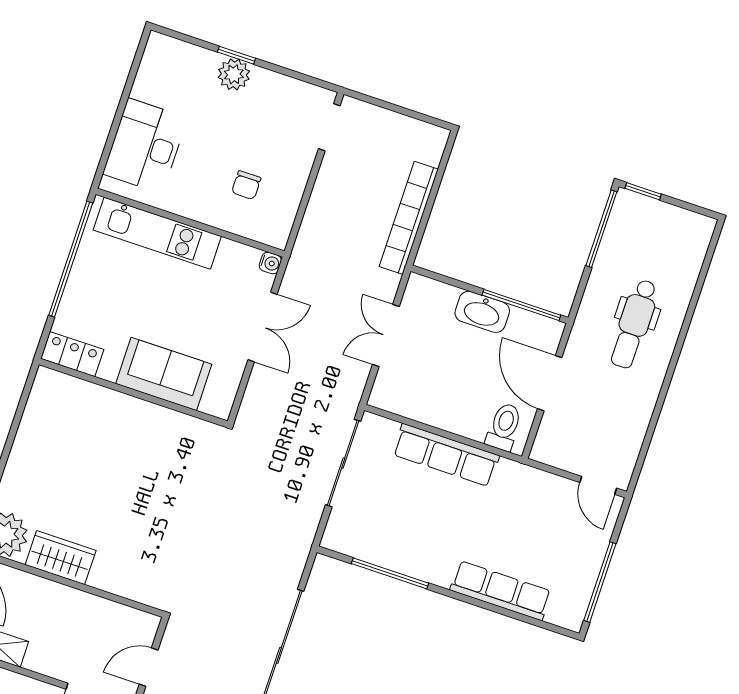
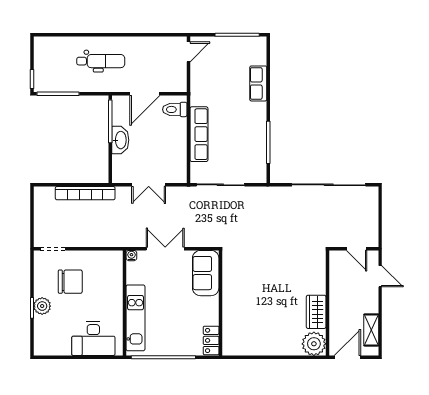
chair: (246, 185) -> (70, 282), moved, width x1.87, depth x1.87
sofa: (164, 374) -> (206, 273), moved
row of seats: (501, 591) -> (258, 83), width x0.68

